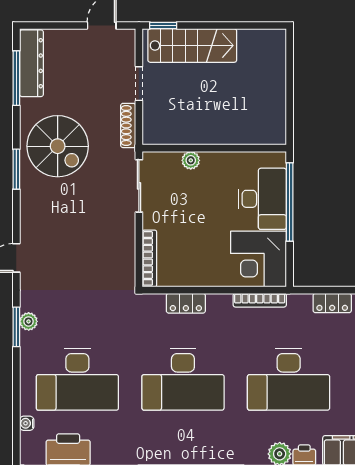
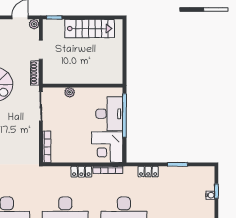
plant: (127, 38) -> (34, 24), added
stairs: (192, 45) -> (90, 29), moved
locker: (186, 303) -> (81, 172), moved

